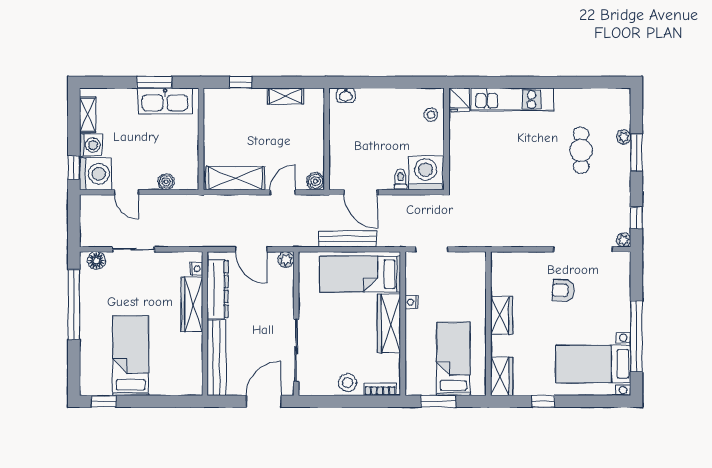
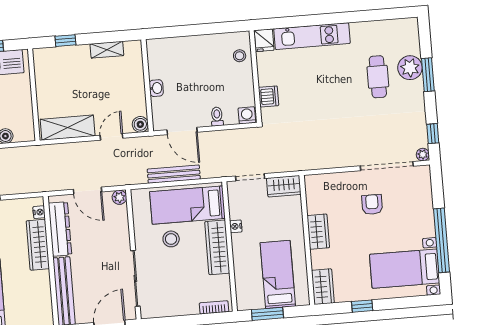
washbasin: (346, 95) -> (156, 88), moved, turned -90
plant: (624, 137) -> (410, 68), width x1.87, depth x1.87
dishwasher: (459, 162) -> (269, 96), added
washing machine: (426, 173) -> (247, 115), width x0.53, depth x0.53
wardrobe: (468, 262) -> (284, 186), added
armchair: (563, 290) -> (372, 205), turned 87
stool: (348, 382) -> (171, 239), moved

